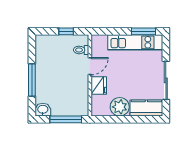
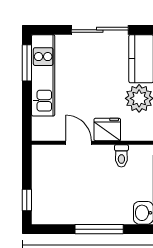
window: (66, 31) -> (27, 200), moved
toilet: (81, 50) -> (121, 156), moved

